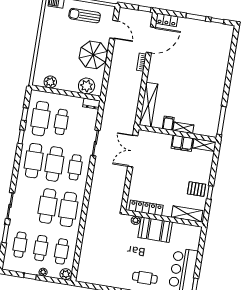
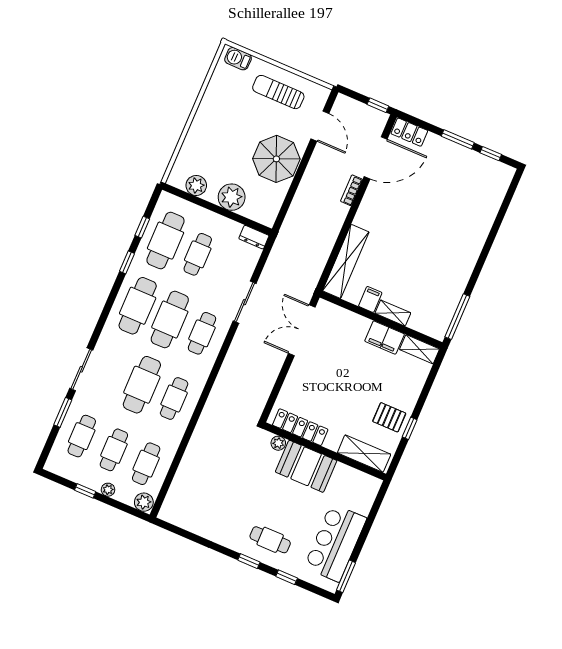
plant: (87, 86) -> (232, 197), moved
cafe table: (68, 209) -> (174, 399), width x0.73, depth x0.74

